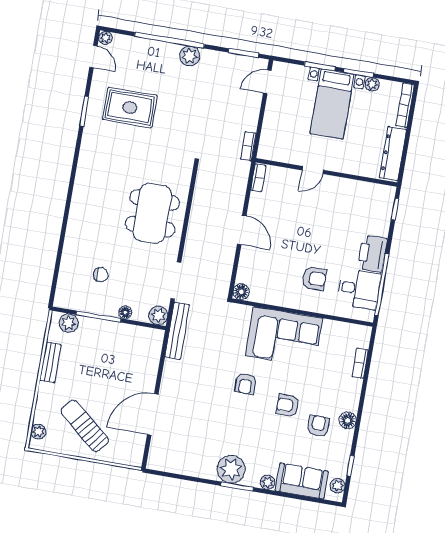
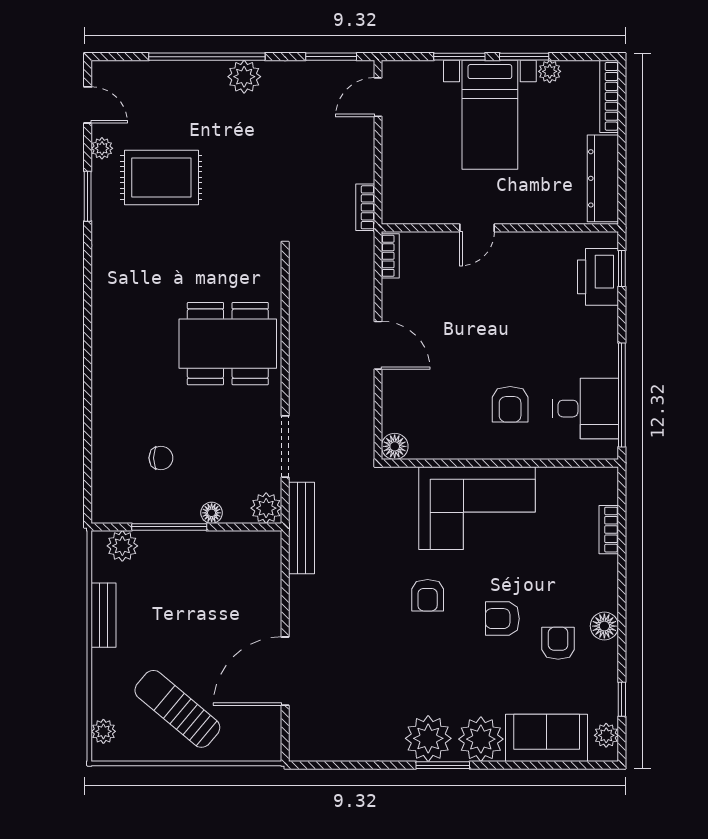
plant: (105, 38) -> (102, 148), moved
dining table: (152, 213) -> (228, 344), turned 90
printer: (373, 254) -> (598, 277), moved
armchair: (314, 279) -> (510, 404), turned 90
plant: (268, 482) -> (481, 739), width x1.88, depth x1.88

